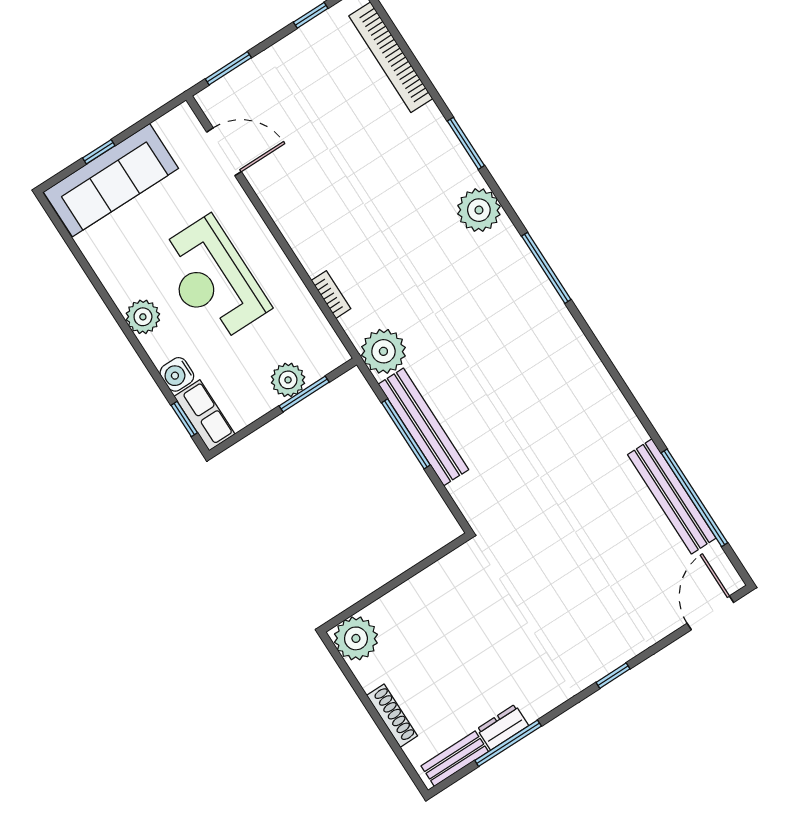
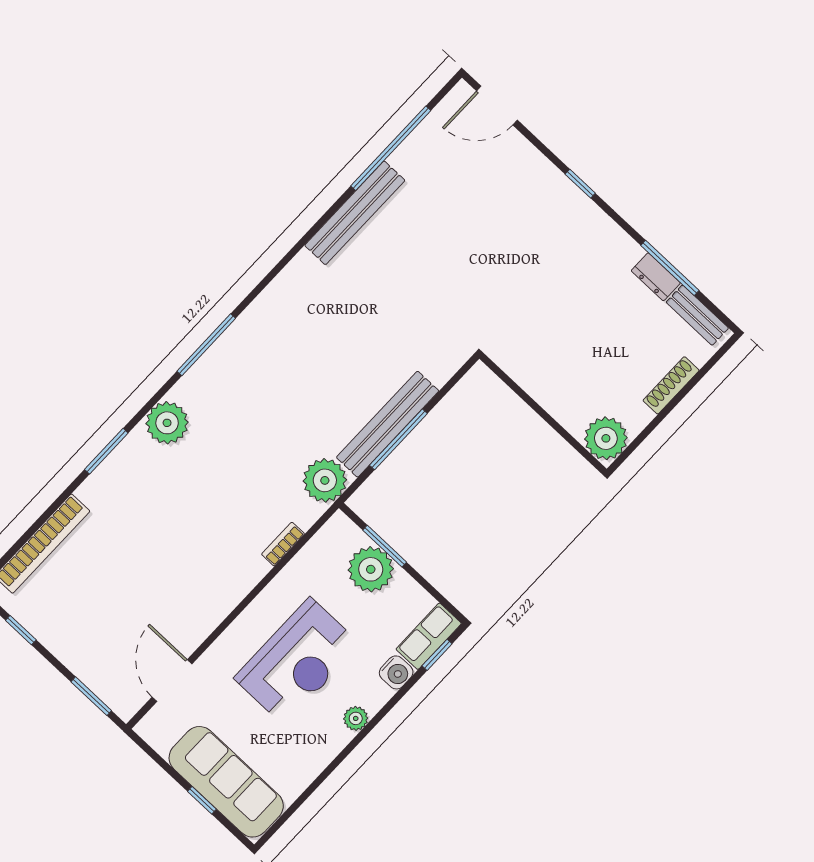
plant: (143, 317) -> (356, 718), width x0.73, depth x0.73
plant: (288, 380) -> (371, 569), width x1.36, depth x1.36
bench: (672, 496) -> (355, 213), moved

